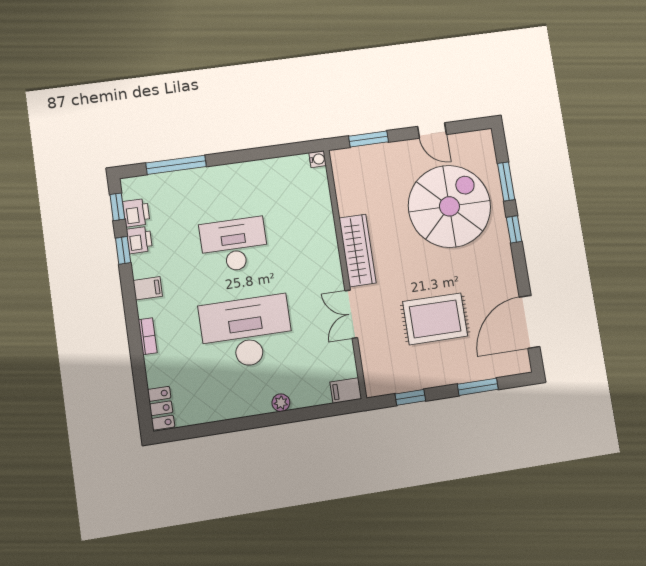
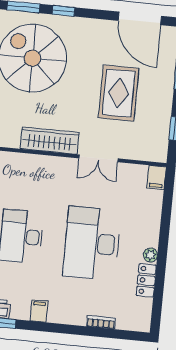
bookcase: (148, 336) -> (101, 322), moved
plant: (281, 403) -> (150, 255), moved
locker: (161, 408) -> (146, 280), moved, turned -90

